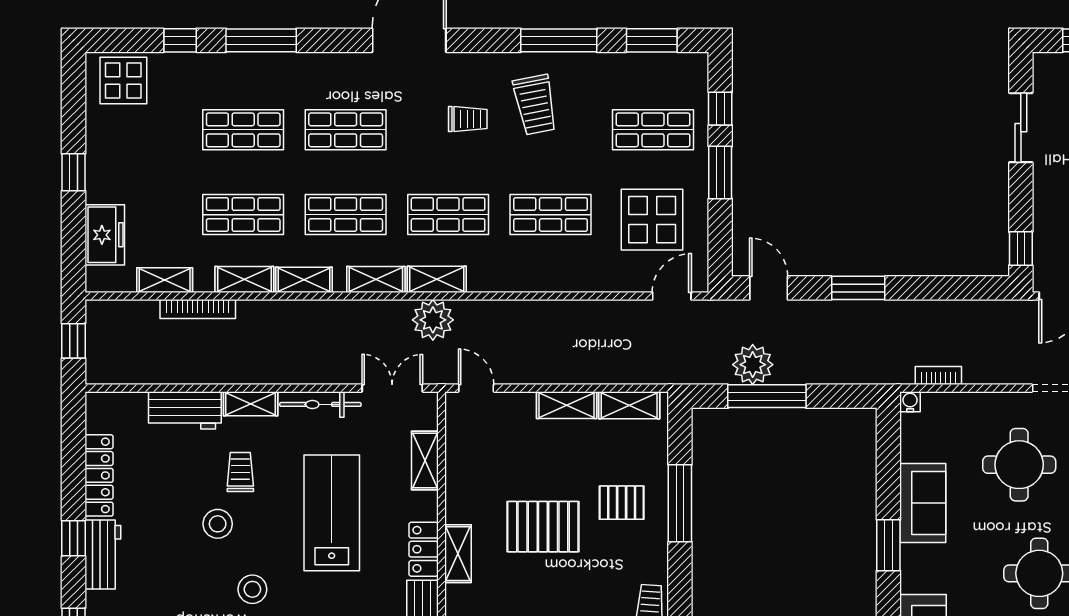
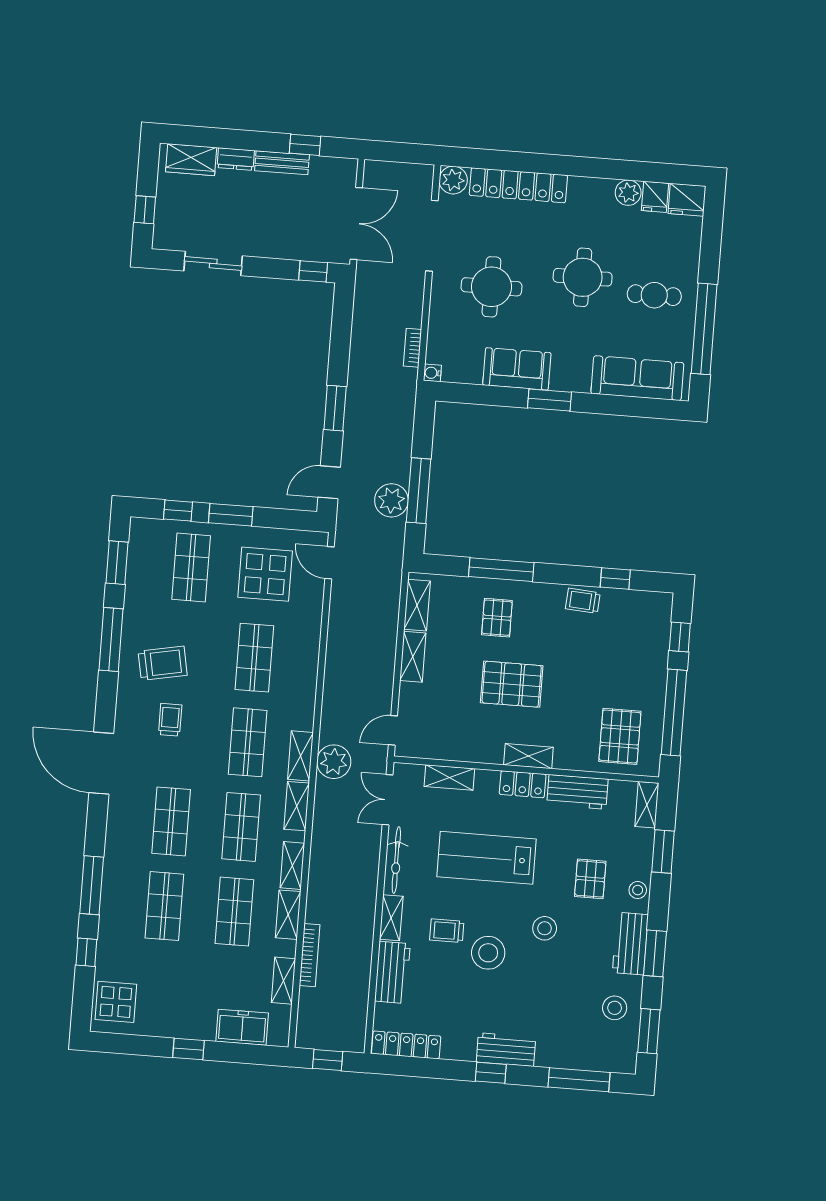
locker: (99, 475) -> (406, 1045), moved
stool: (218, 524) -> (488, 953), width x1.38, depth x1.38
pallet: (543, 527) -> (512, 684), turned 90

